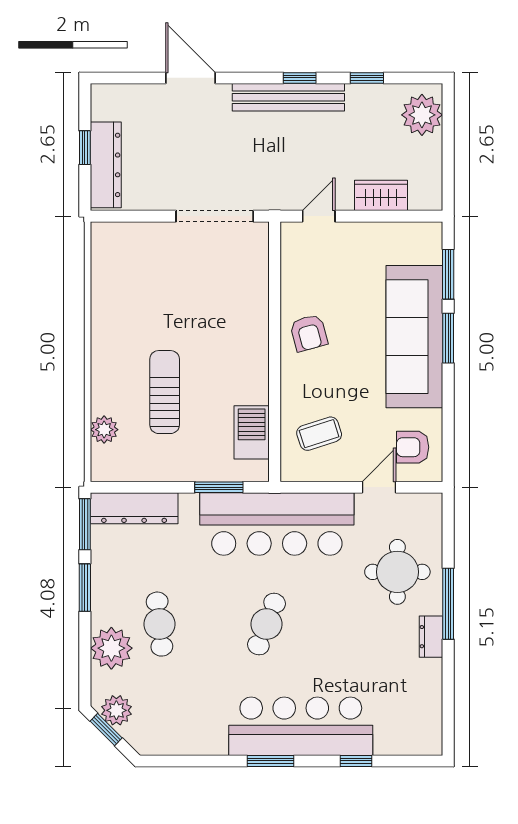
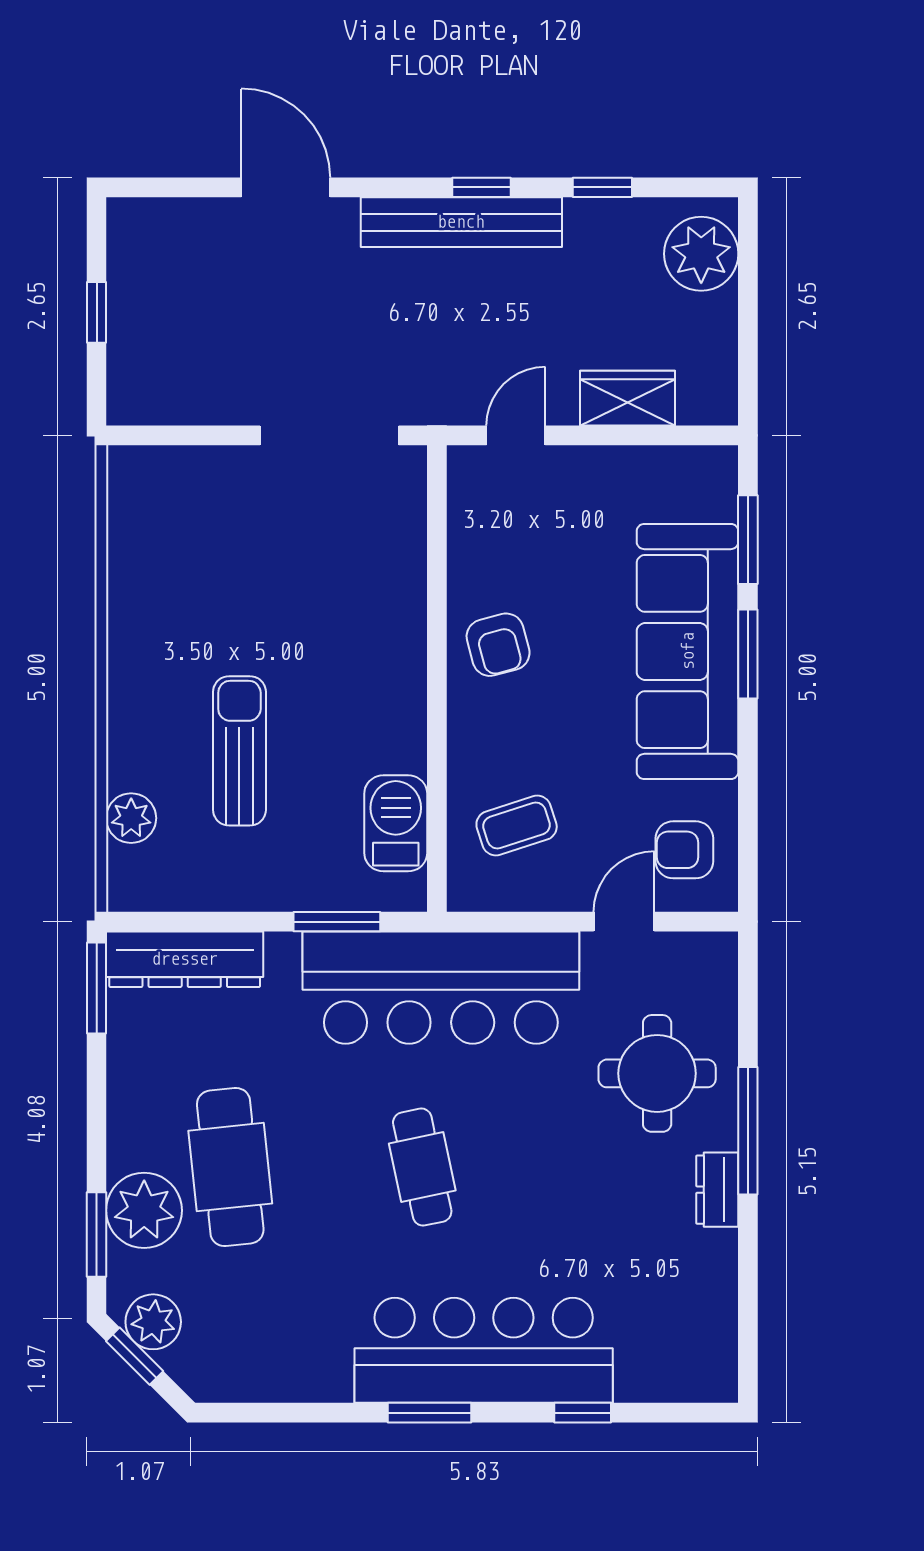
dresser: (106, 165) -> (134, 344), removed
window: (85, 588) -> (97, 1234), moved
cafe table: (159, 624) -> (230, 1167), width x1.37, depth x1.35
cafe table: (266, 624) -> (422, 1167), turned -33

